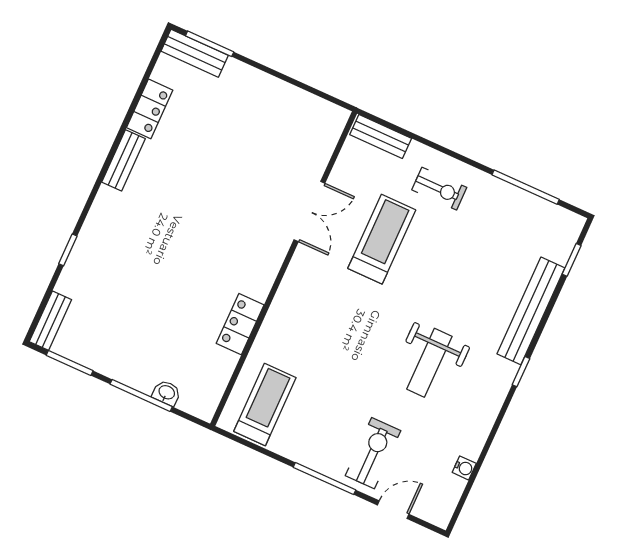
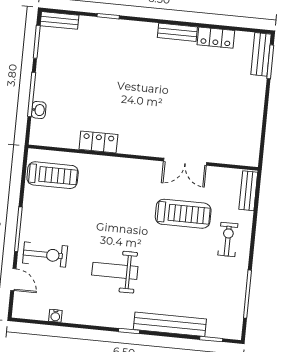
exercise bike: (439, 189) -> (228, 239), turned 180

